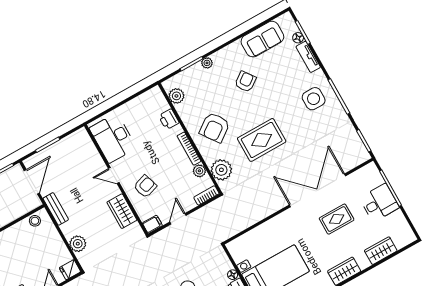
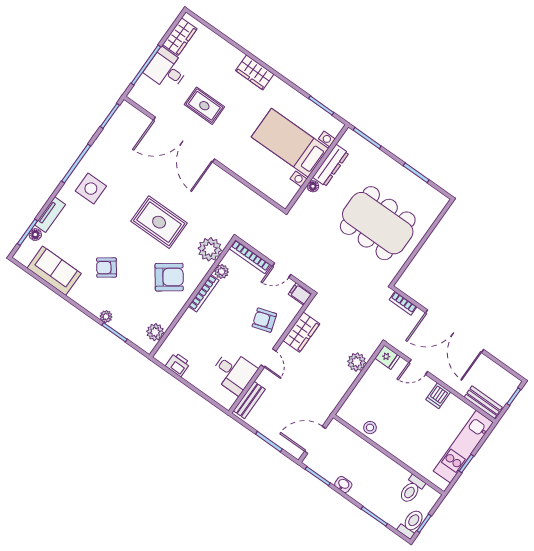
printer: (169, 119) -> (178, 364), moved, turned -90
desk: (113, 138) -> (234, 372), width x0.73
bookcase: (206, 195) -> (250, 257), width x1.56
bench: (56, 209) -> (249, 400), moved
stool: (35, 221) -> (370, 428), moved
wardrobe: (381, 251) -> (180, 37), moved, turned -90

